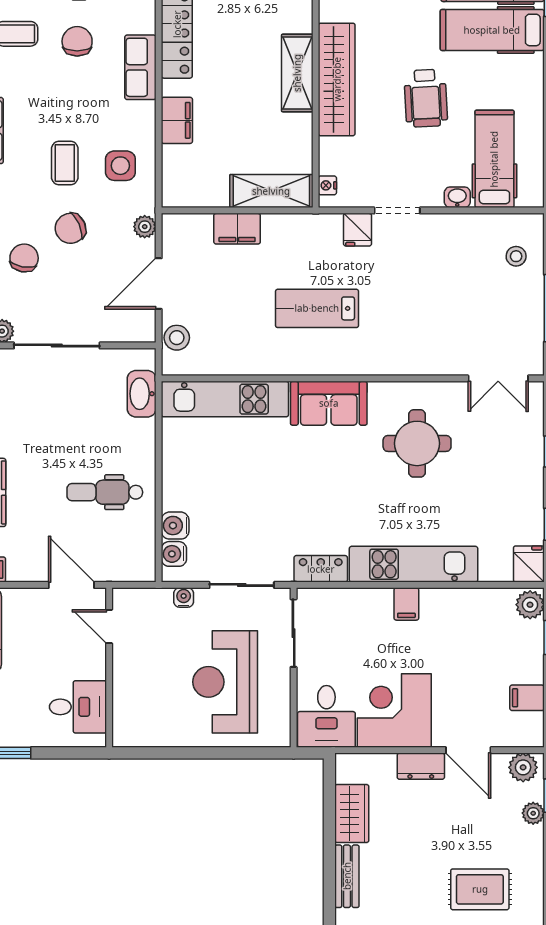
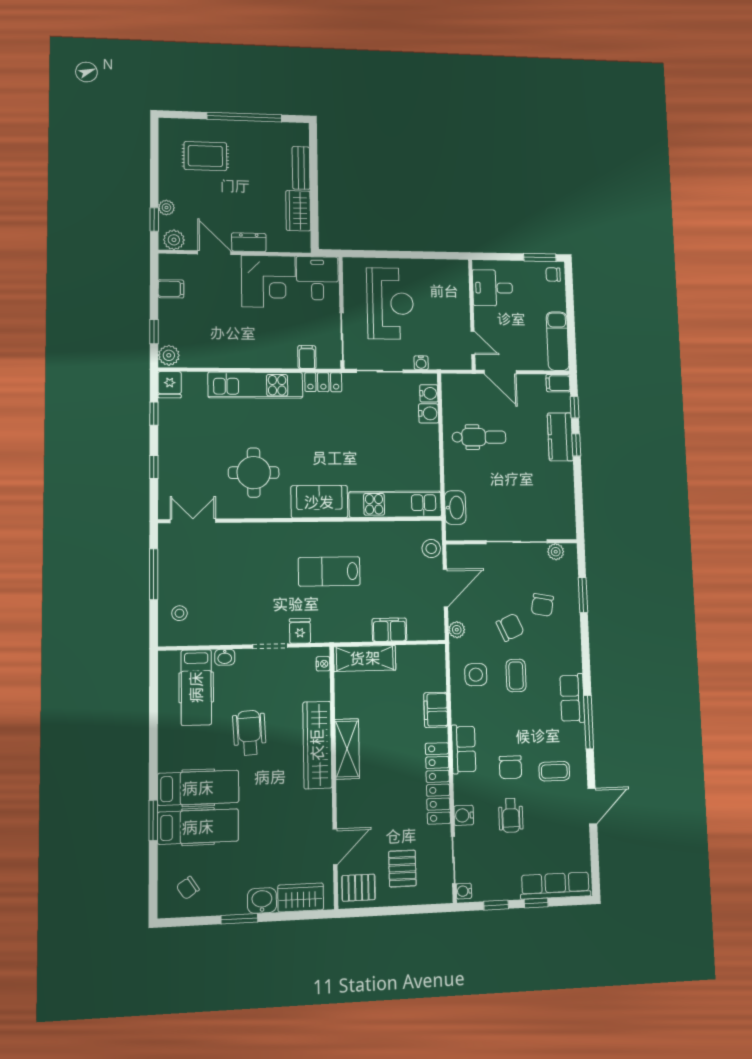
lab bench: (317, 308) -> (329, 571), turned 180
filing cabinet: (406, 604) -> (307, 357), moved

